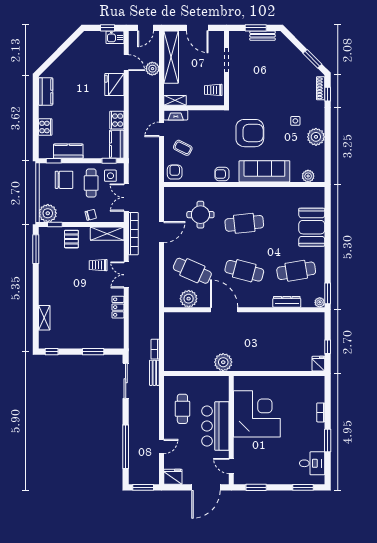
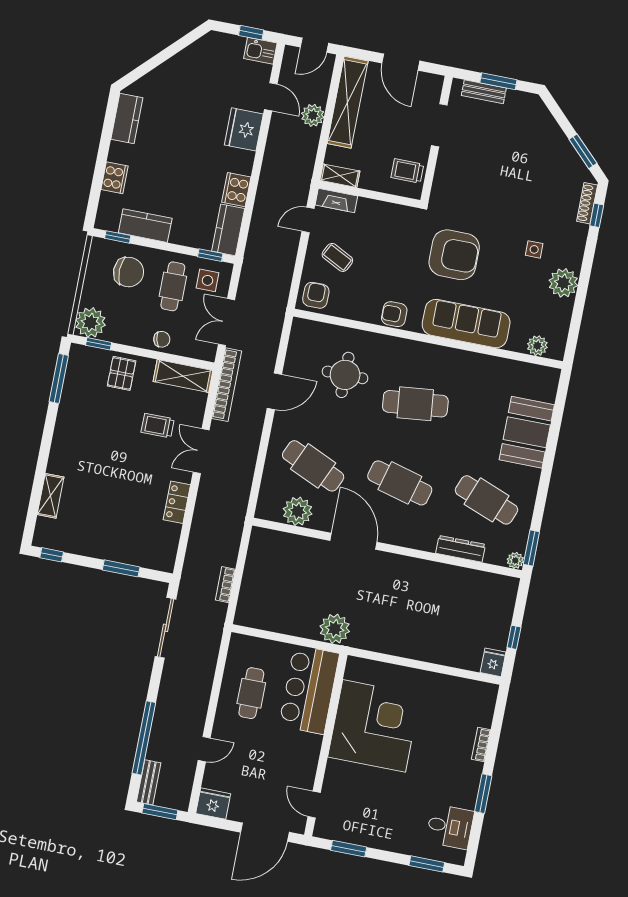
bench: (263, 36) -> (484, 92), moved
cafe table: (296, 271) -> (486, 500), turned 30
bench: (154, 373) -> (149, 782), moved
bar counter: (215, 426) -> (309, 690), moved

